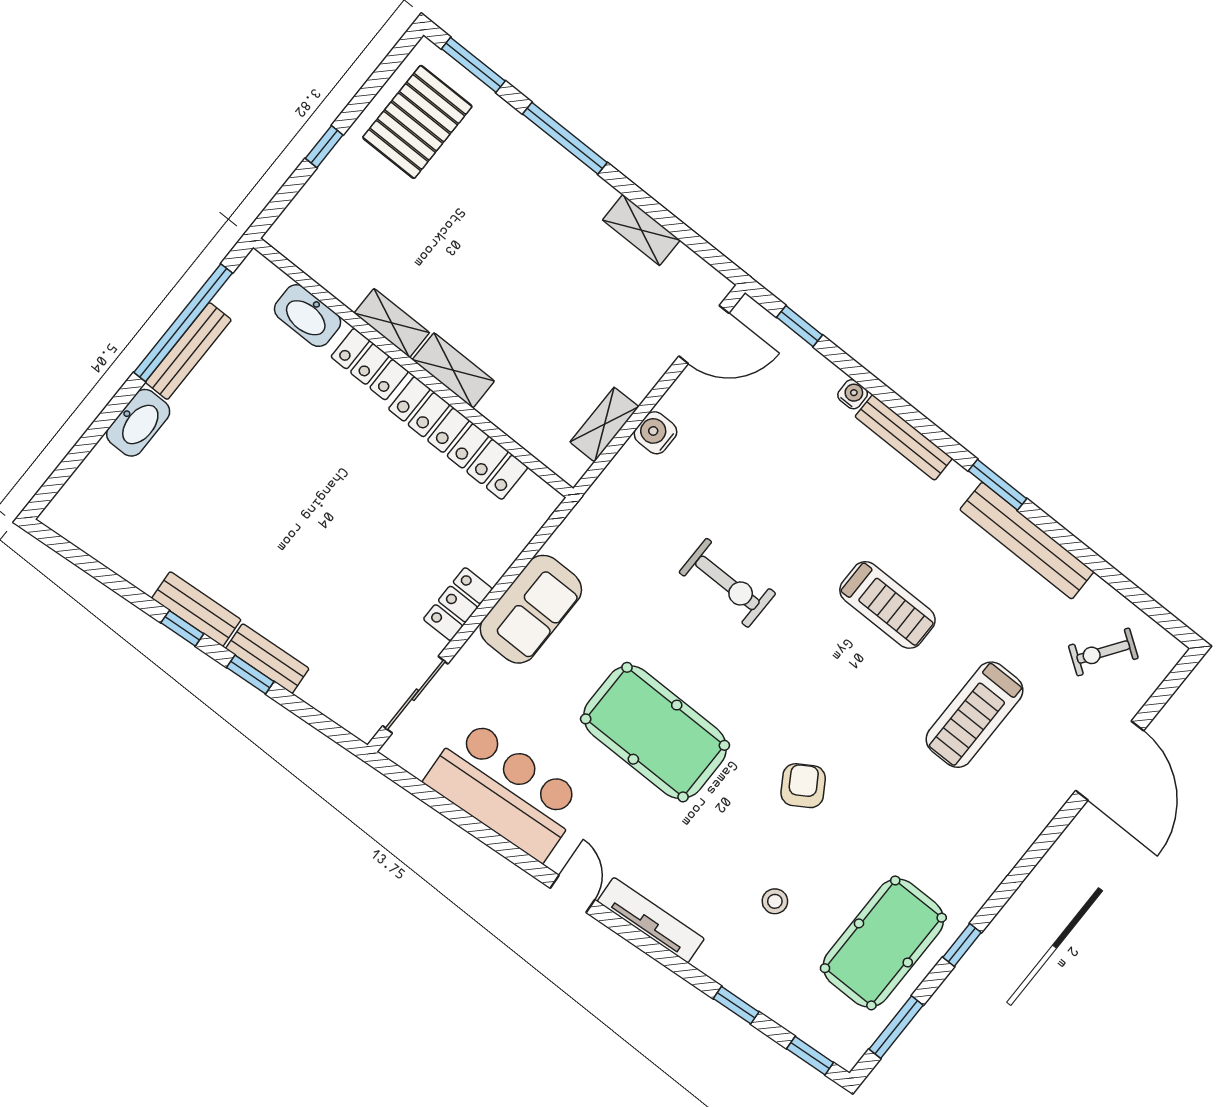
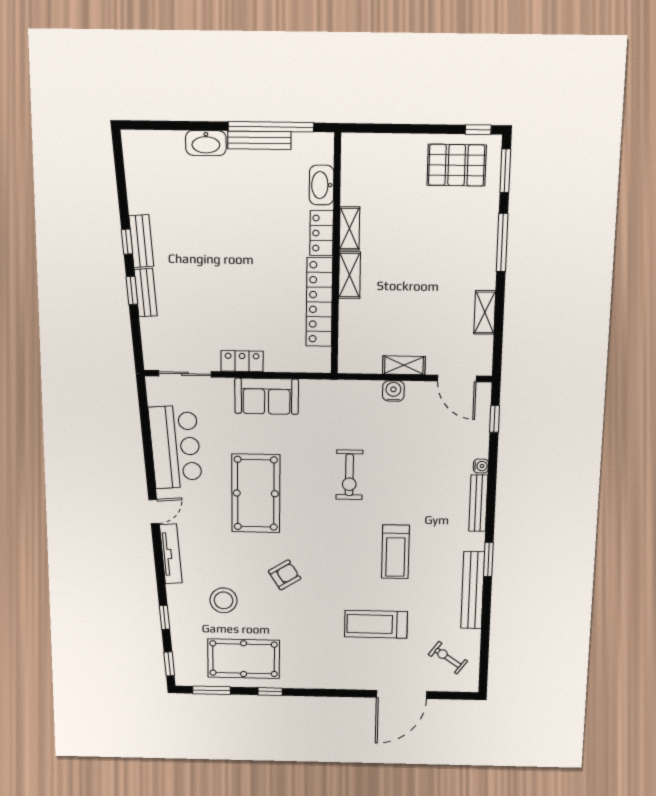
window: (324, 147) -> (478, 130), moved
shelving: (604, 424) -> (404, 365), moved
stool: (775, 901) -> (224, 600), width x1.89, depth x1.89

